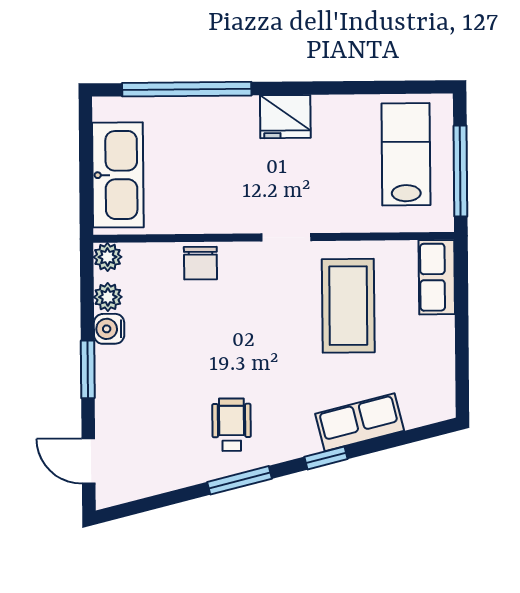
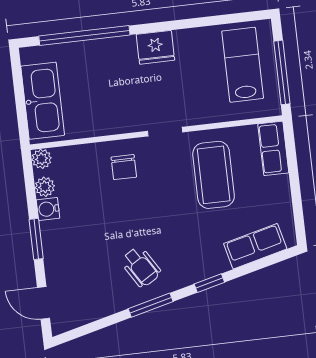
chair: (200, 263) -> (124, 167), moved
row of seats: (360, 422) -> (255, 246), moved
wheelchair: (232, 425) -> (141, 267), turned 148

